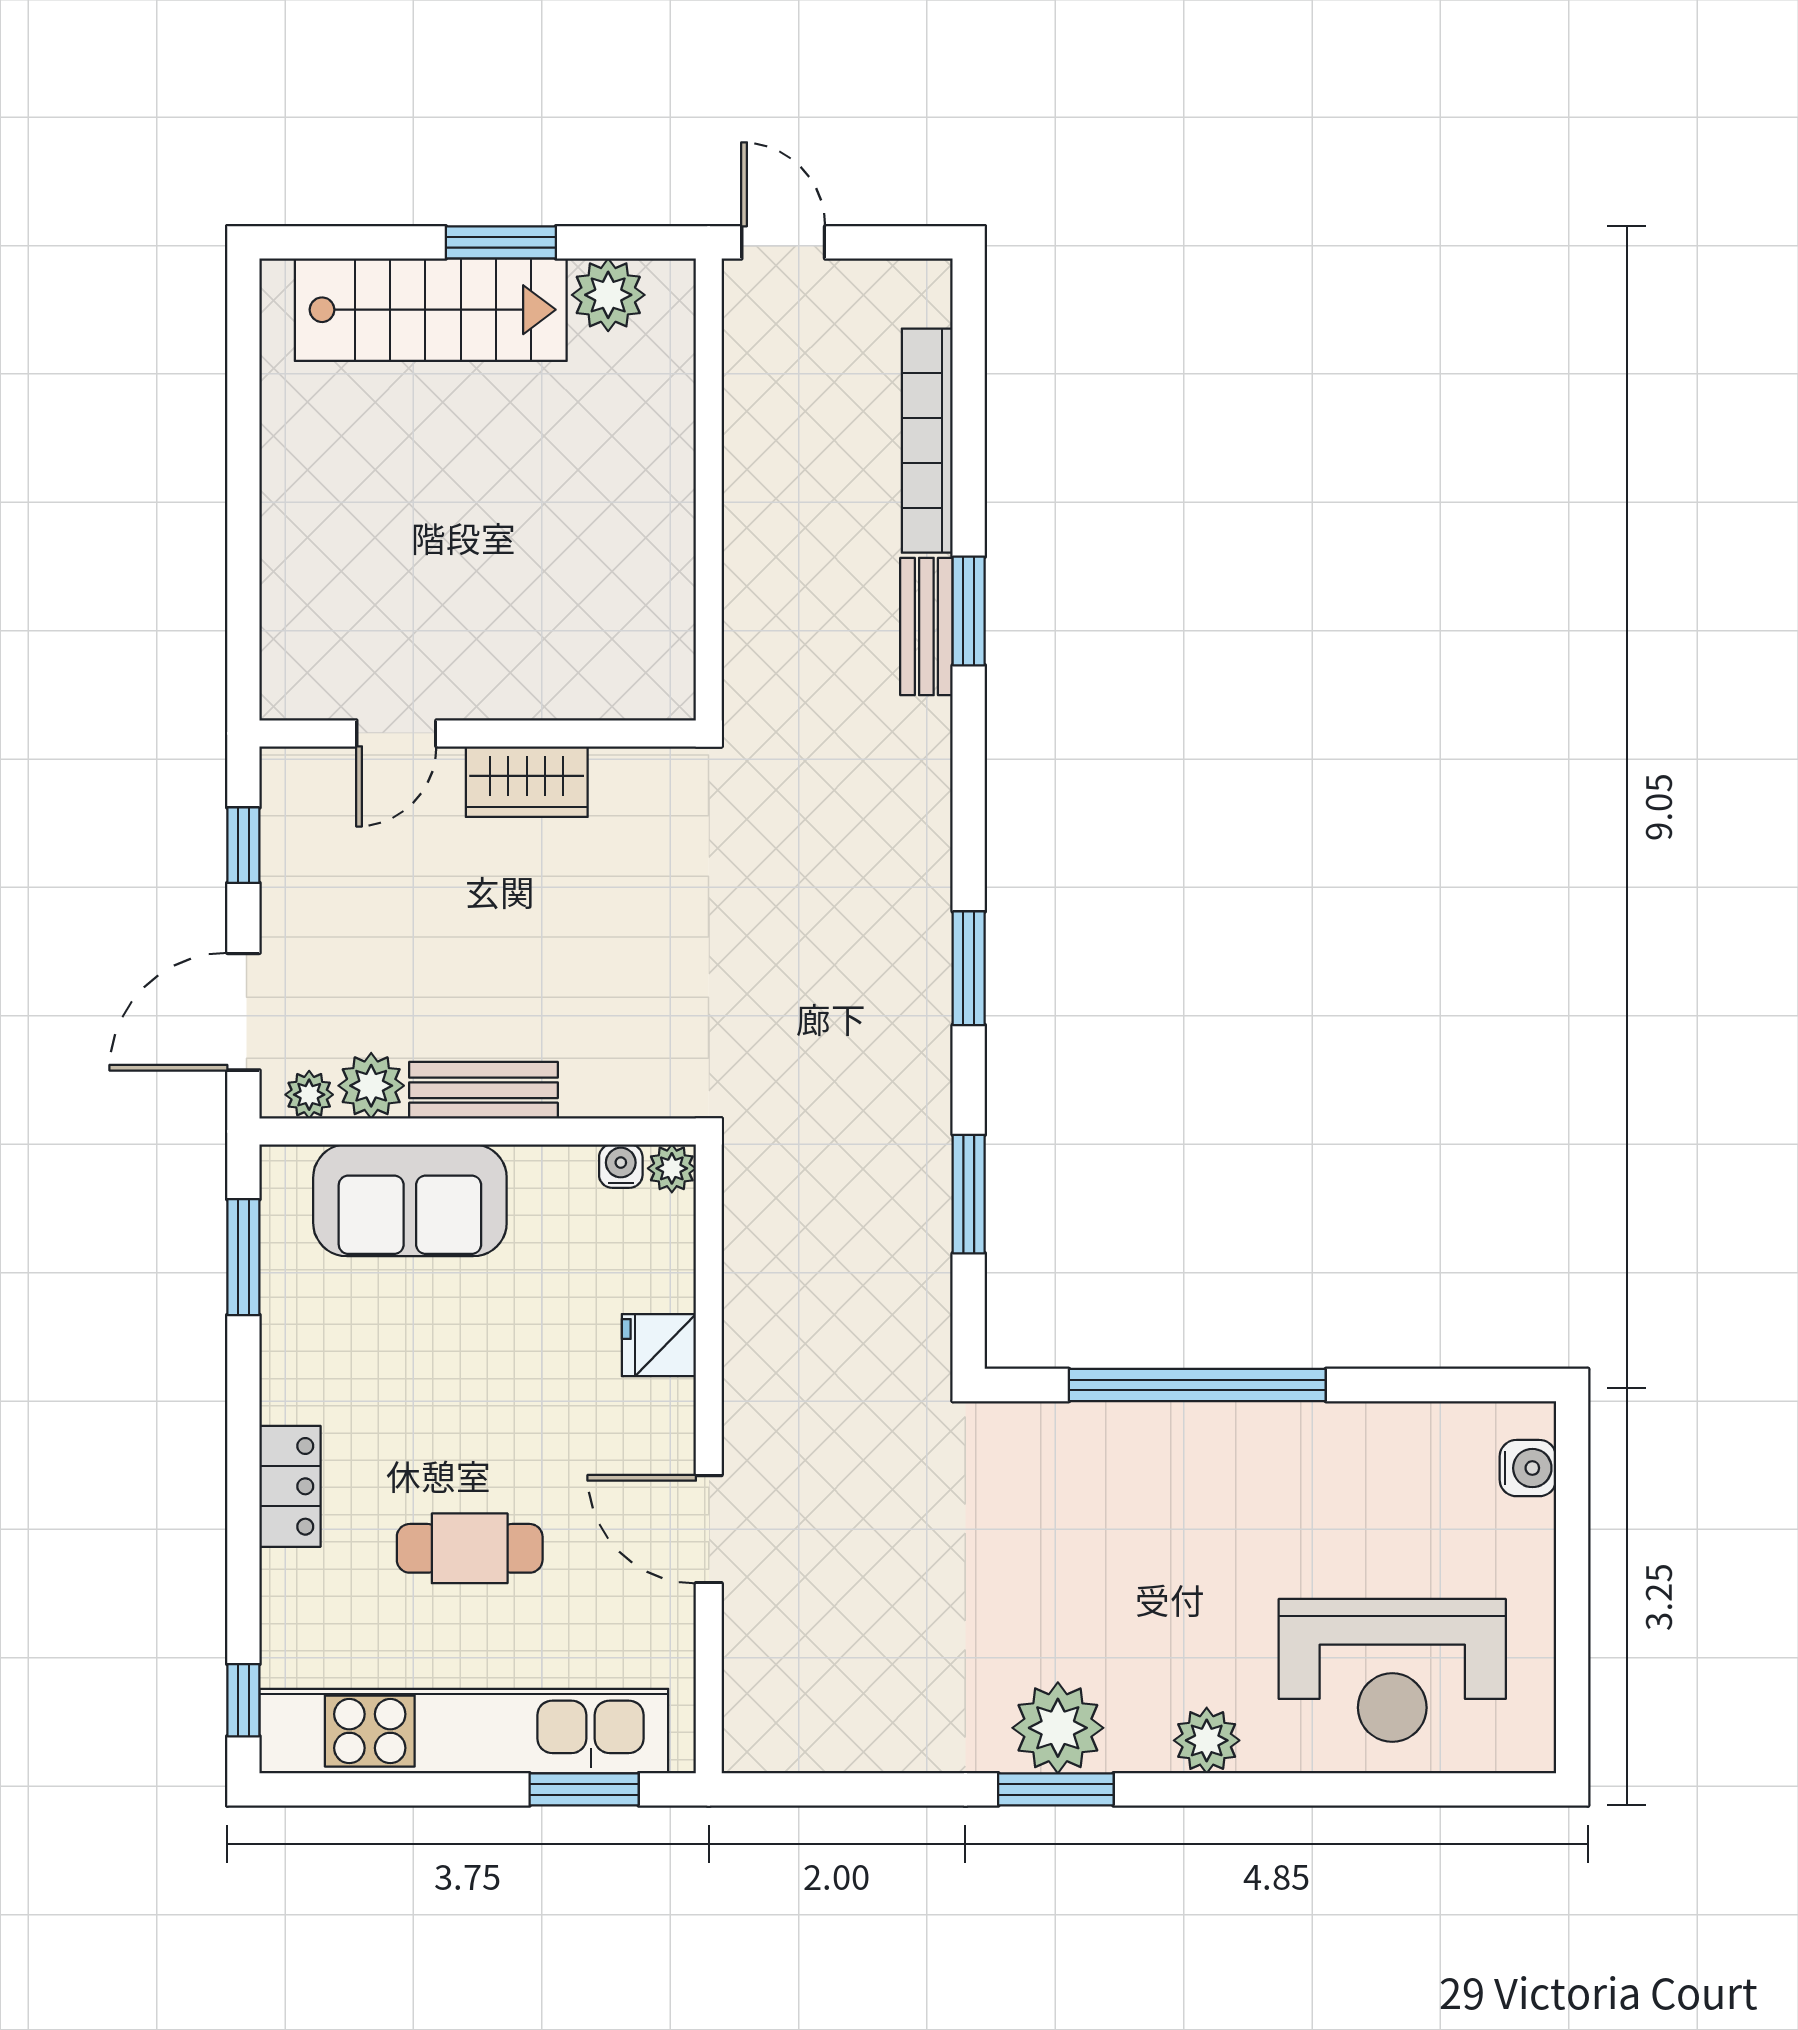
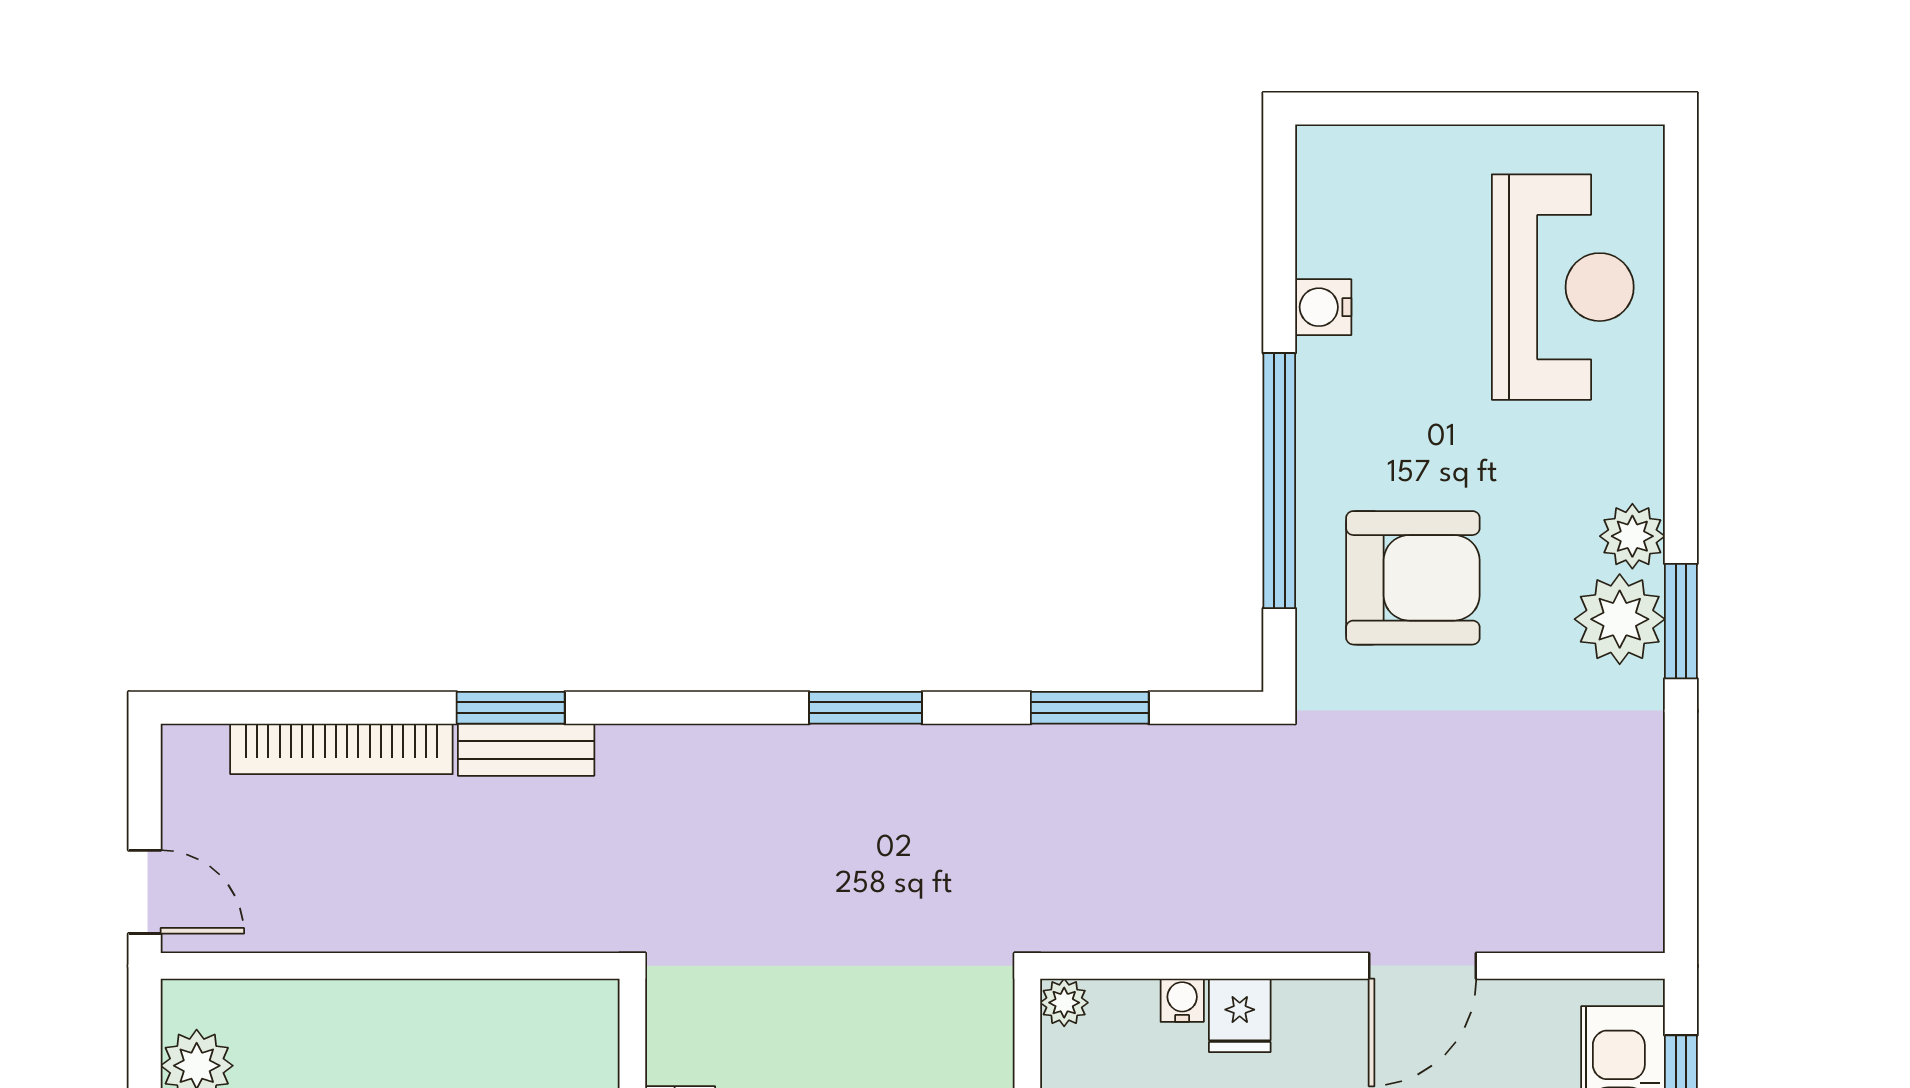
door: (783, 242) -> (145, 892), swing flipped
water cooler: (621, 1166) -> (1182, 1000), moved, turned 90
water cooler: (1528, 1468) -> (1323, 307), moved, turned -90
armchair: (1100, 1519) -> (1413, 578), added
plant: (1207, 1740) -> (1632, 536), moved

